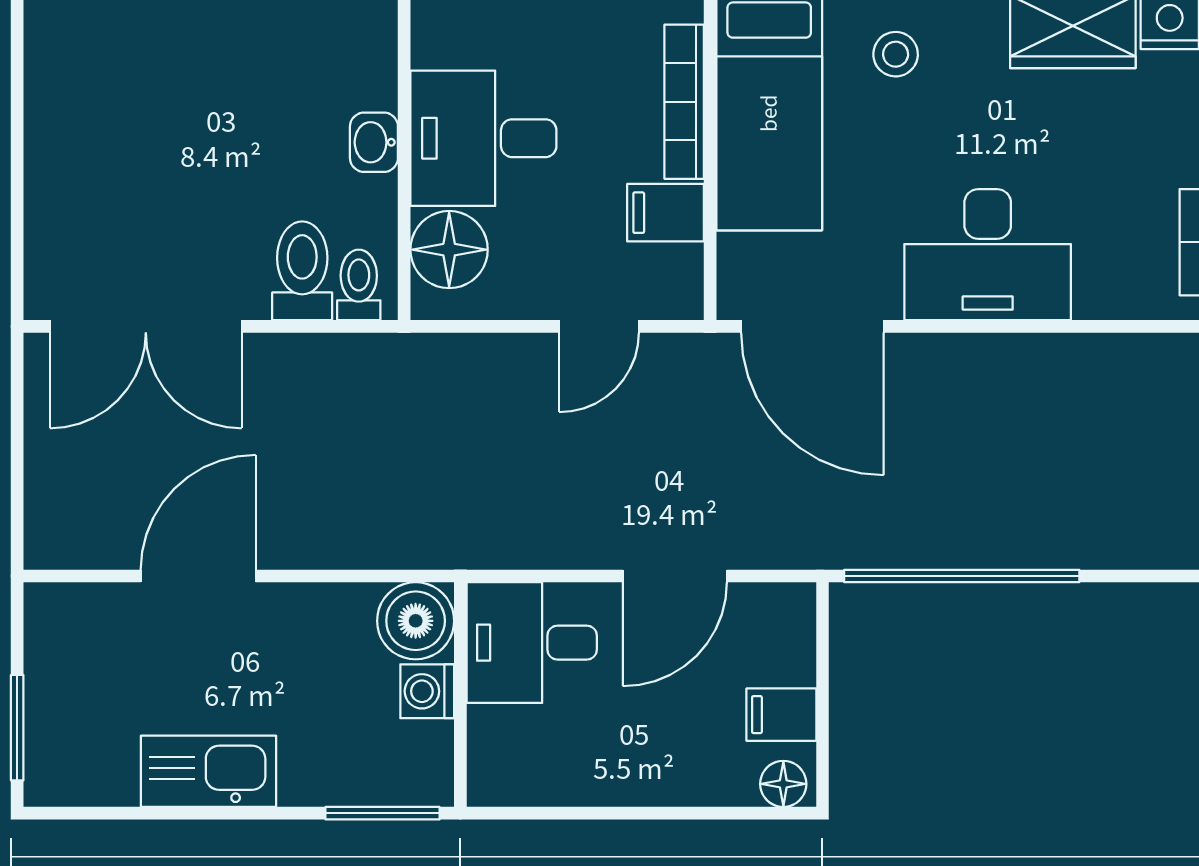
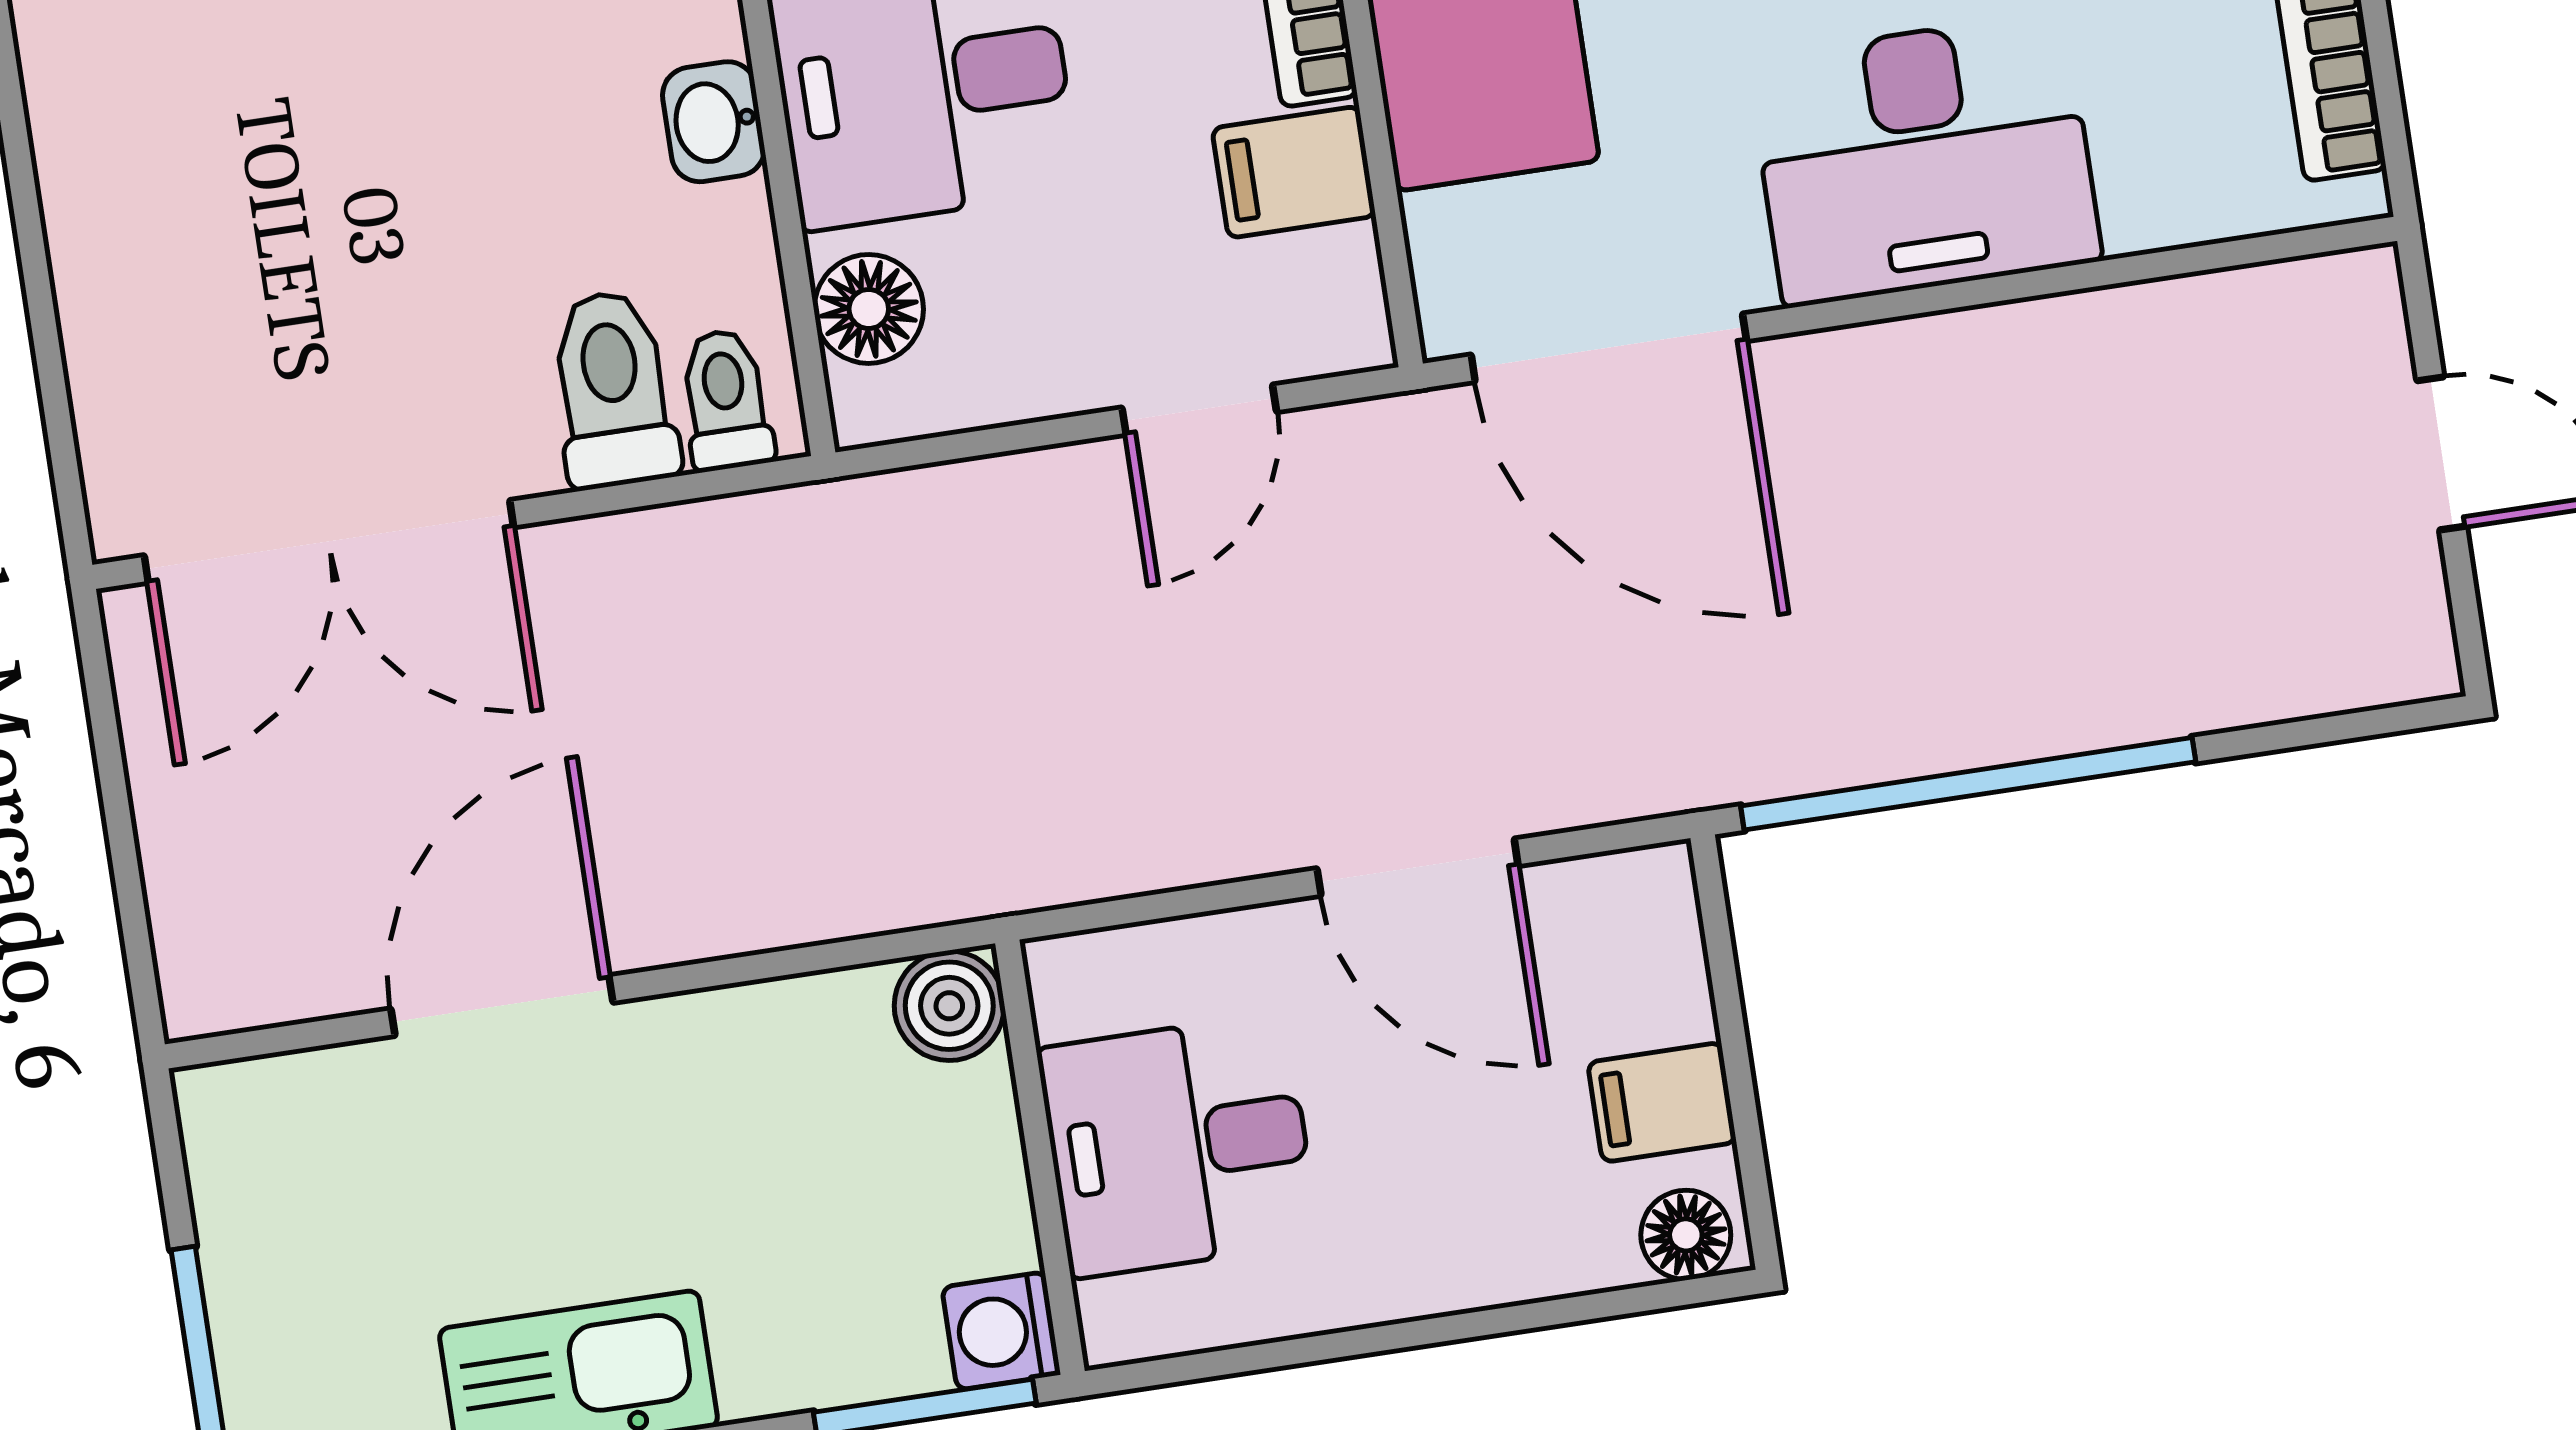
floor lamp: (449, 250) -> (869, 309), width x0.73, depth x0.73
door: (675, 576) -> (1418, 867), hinge flipped
boiler: (416, 621) -> (949, 1006), width x0.73, depth x0.73
desk: (532, 643) -> (1178, 1145), moved
washing machine: (427, 691) -> (1001, 1331), moved

